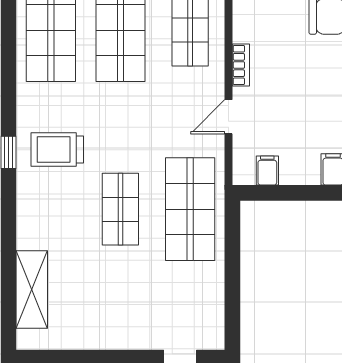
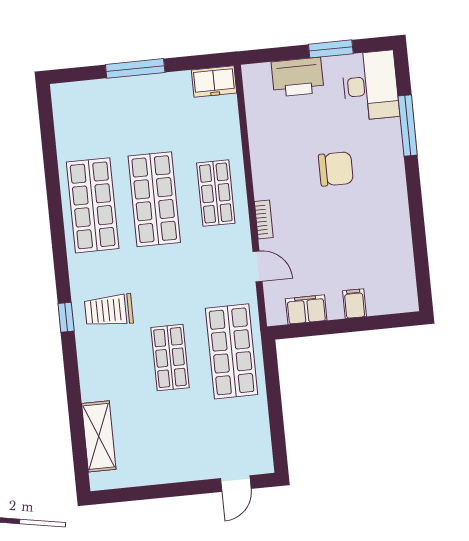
door: (229, 117) -> (257, 266), swing flipped
filing cabinet: (267, 171) -> (306, 310), width x2.00

